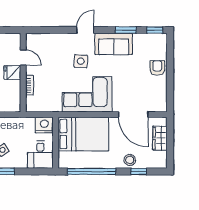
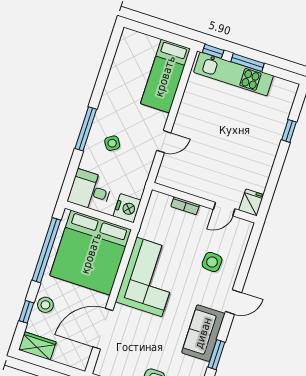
door: (85, 30) -> (233, 302), hinge flipped
side table: (81, 61) -> (212, 262), moved
fridge: (12, 73) -> (251, 202), moved
bed: (83, 134) -> (91, 253), width x1.36
wardrobe: (160, 138) -> (37, 346), moved

